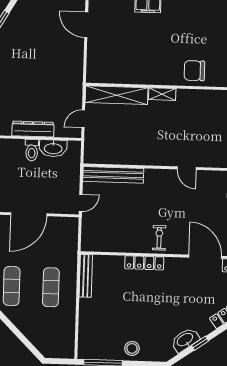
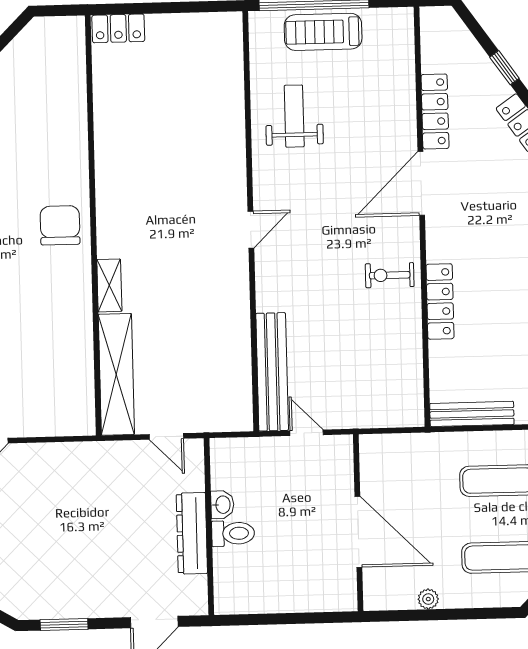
chair: (194, 71) -> (60, 225), turned 180
washbasin: (53, 148) -> (222, 505), width x0.52, depth x0.69
door: (81, 203) -> (307, 433), moved

